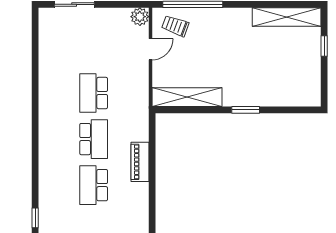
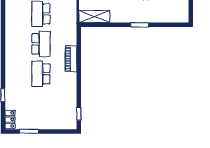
shelving: (187, 97) -> (94, 17), width x0.68

